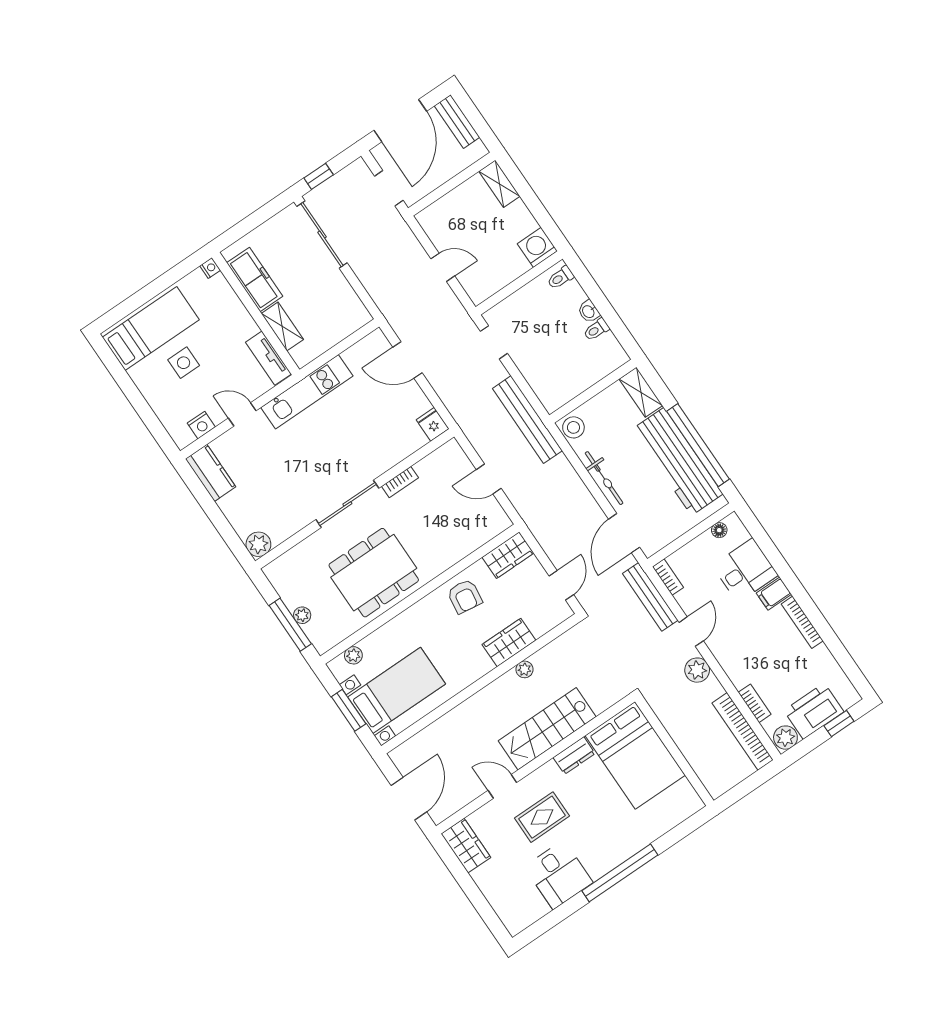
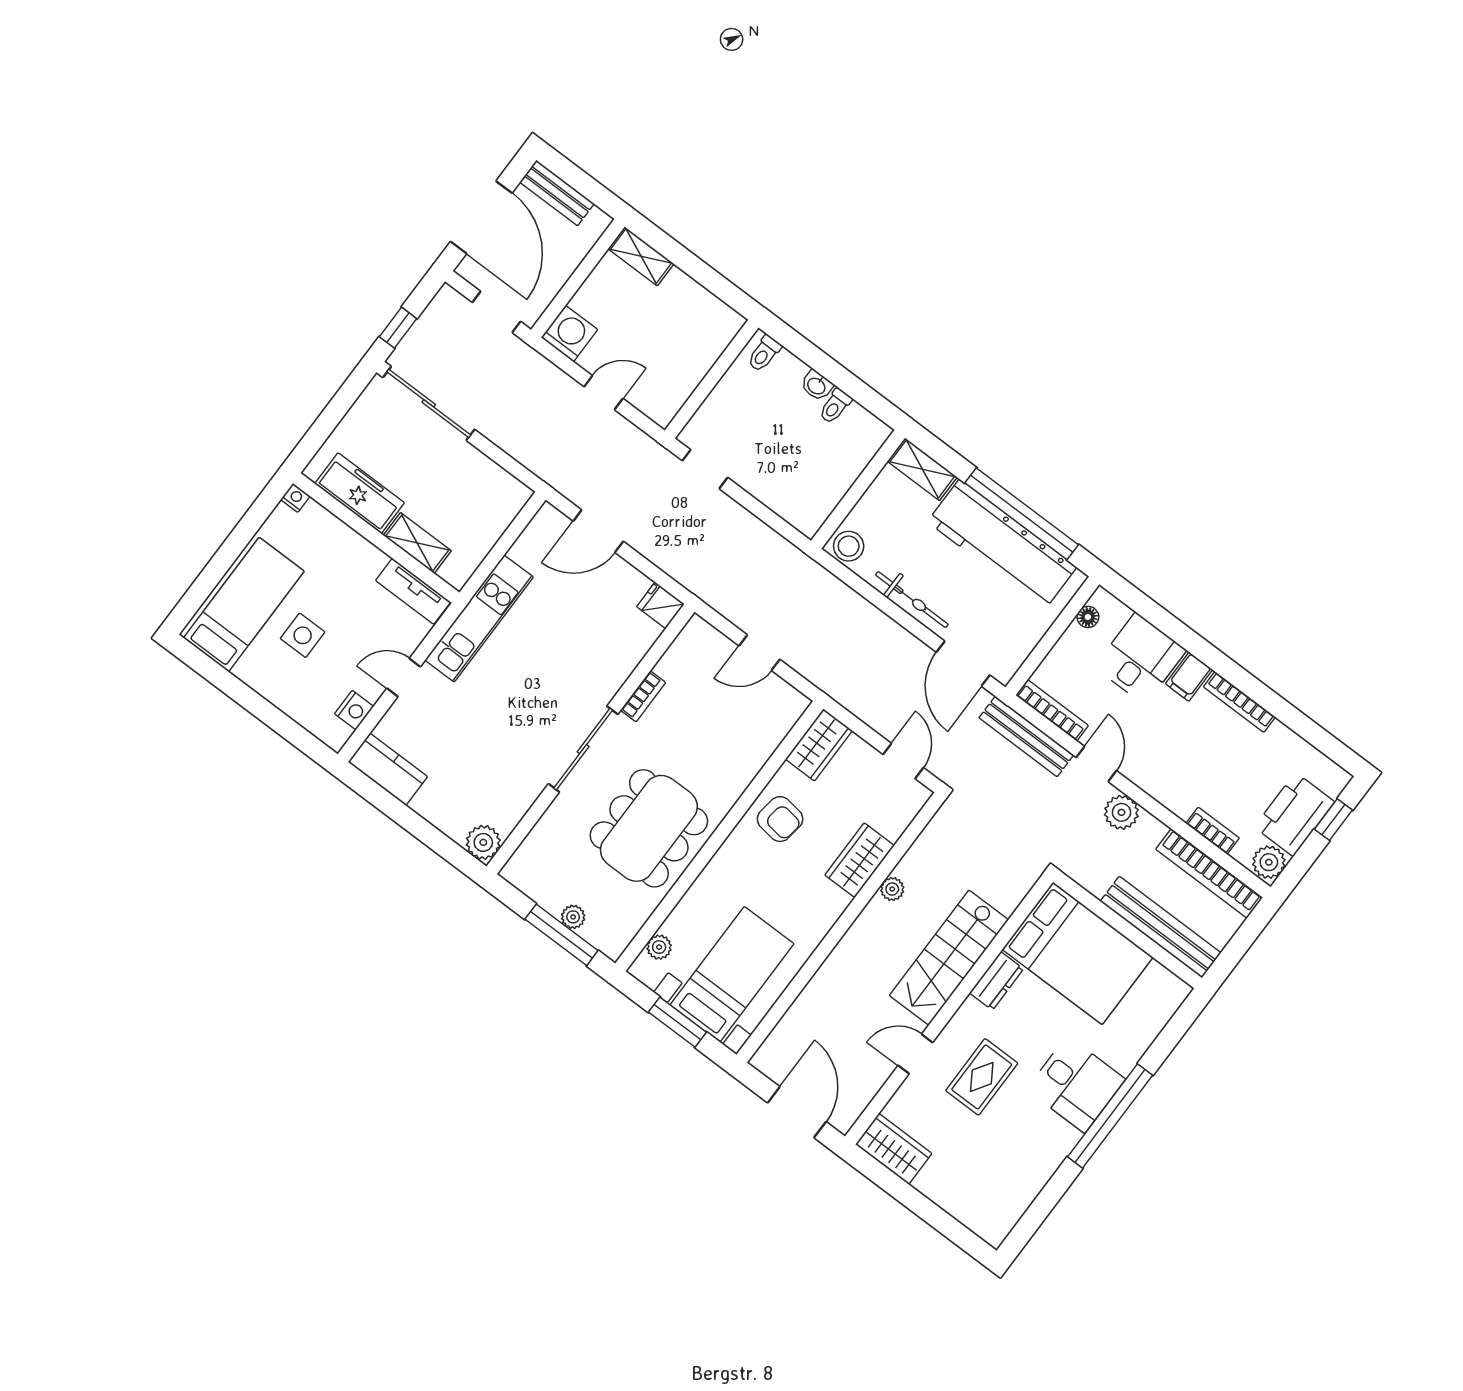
washing machine: (537, 247) -> (569, 334), moved, turned 90
bench: (527, 420) -> (1161, 927), moved
bookcase: (668, 577) -> (1052, 710), width x1.56
desk: (559, 875) -> (1076, 1084), moved

